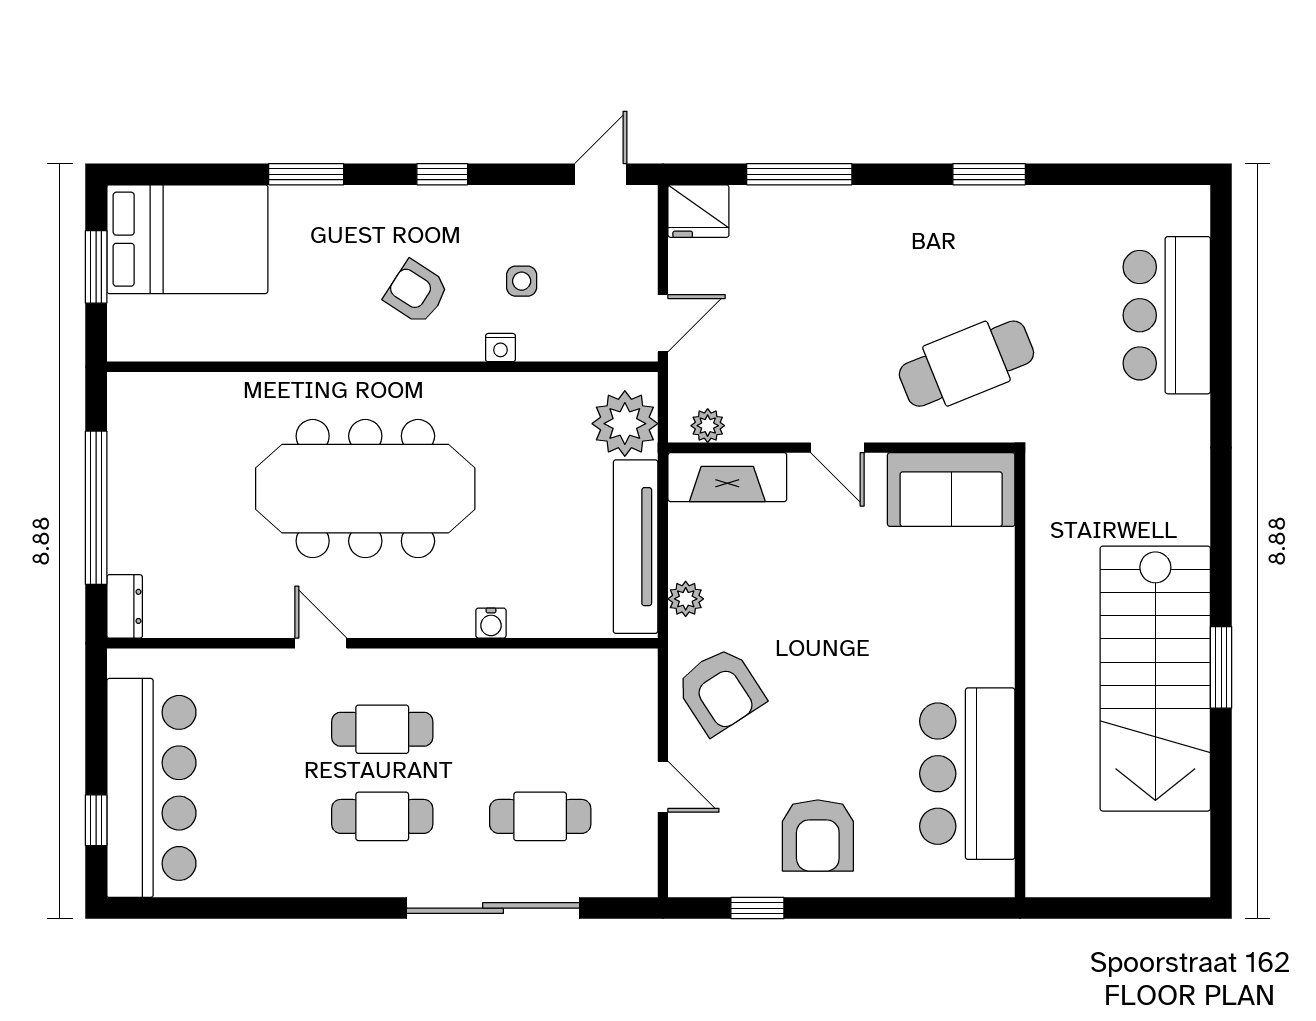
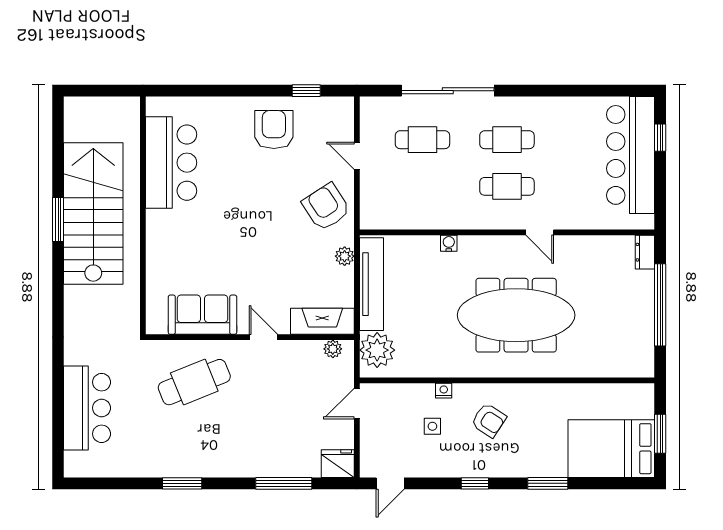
wall: (1020, 675) -> (143, 215), moved
bar counter: (967, 774) -> (171, 163), moved

